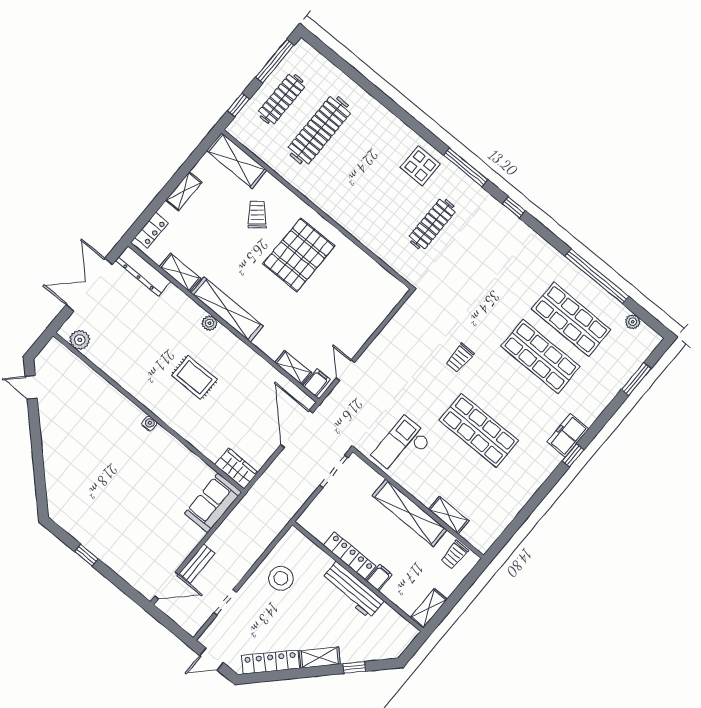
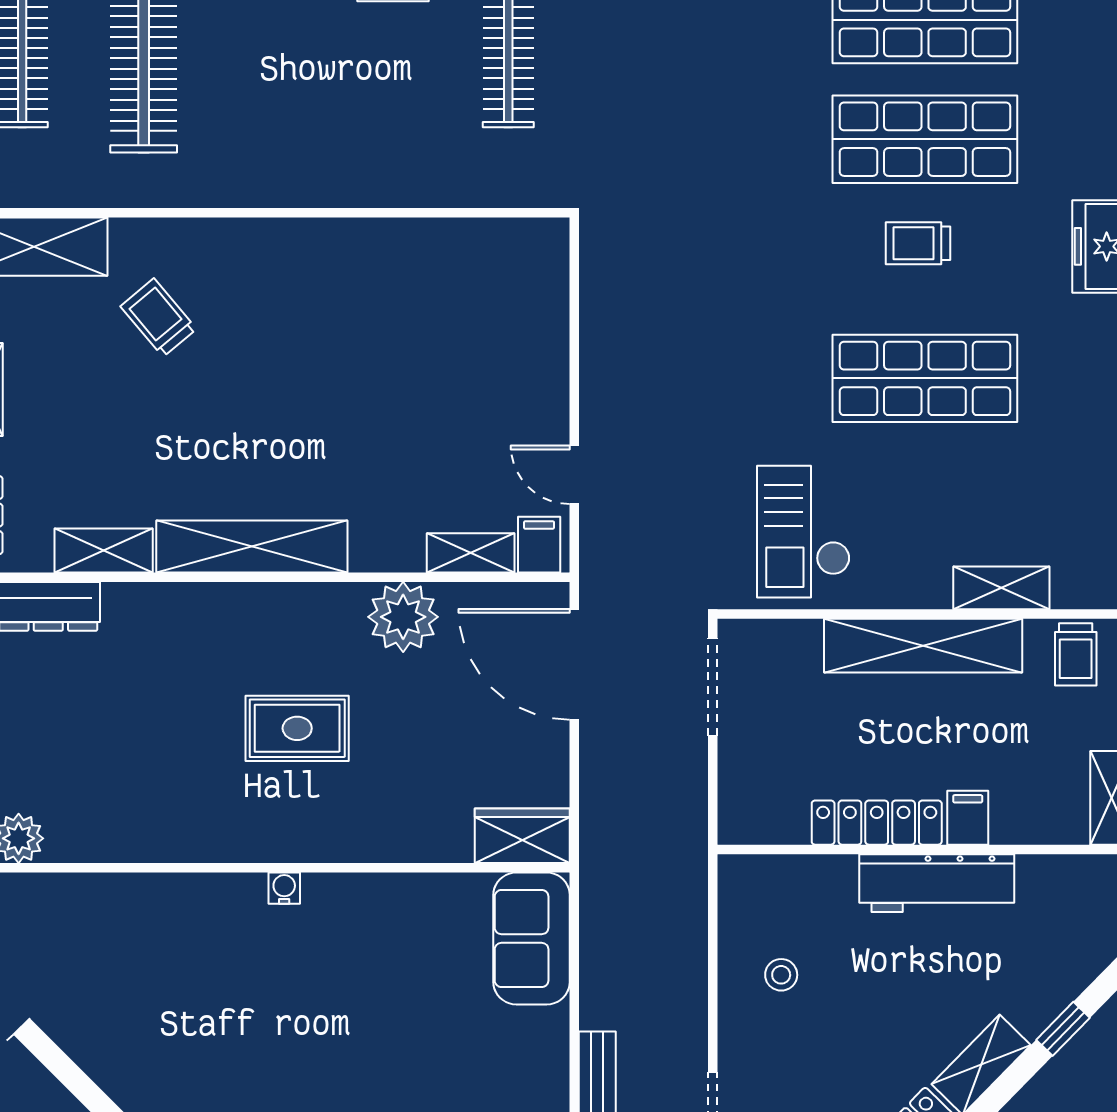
pallet: (299, 255) -> (302, 328), removed
plant: (209, 323) -> (403, 617), moved, width x1.88, depth x1.88
trolley: (460, 358) -> (918, 243), moved, turned 90
stool: (281, 578) -> (781, 975), width x0.53, depth x0.53

